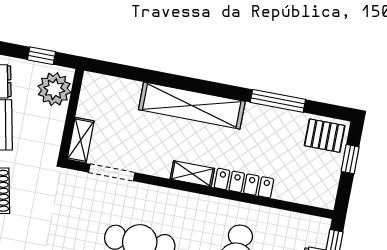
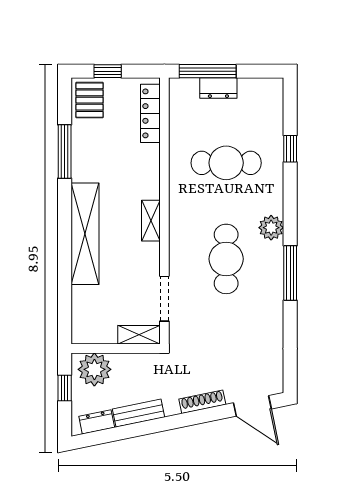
locker: (244, 183) -> (150, 113), moved

